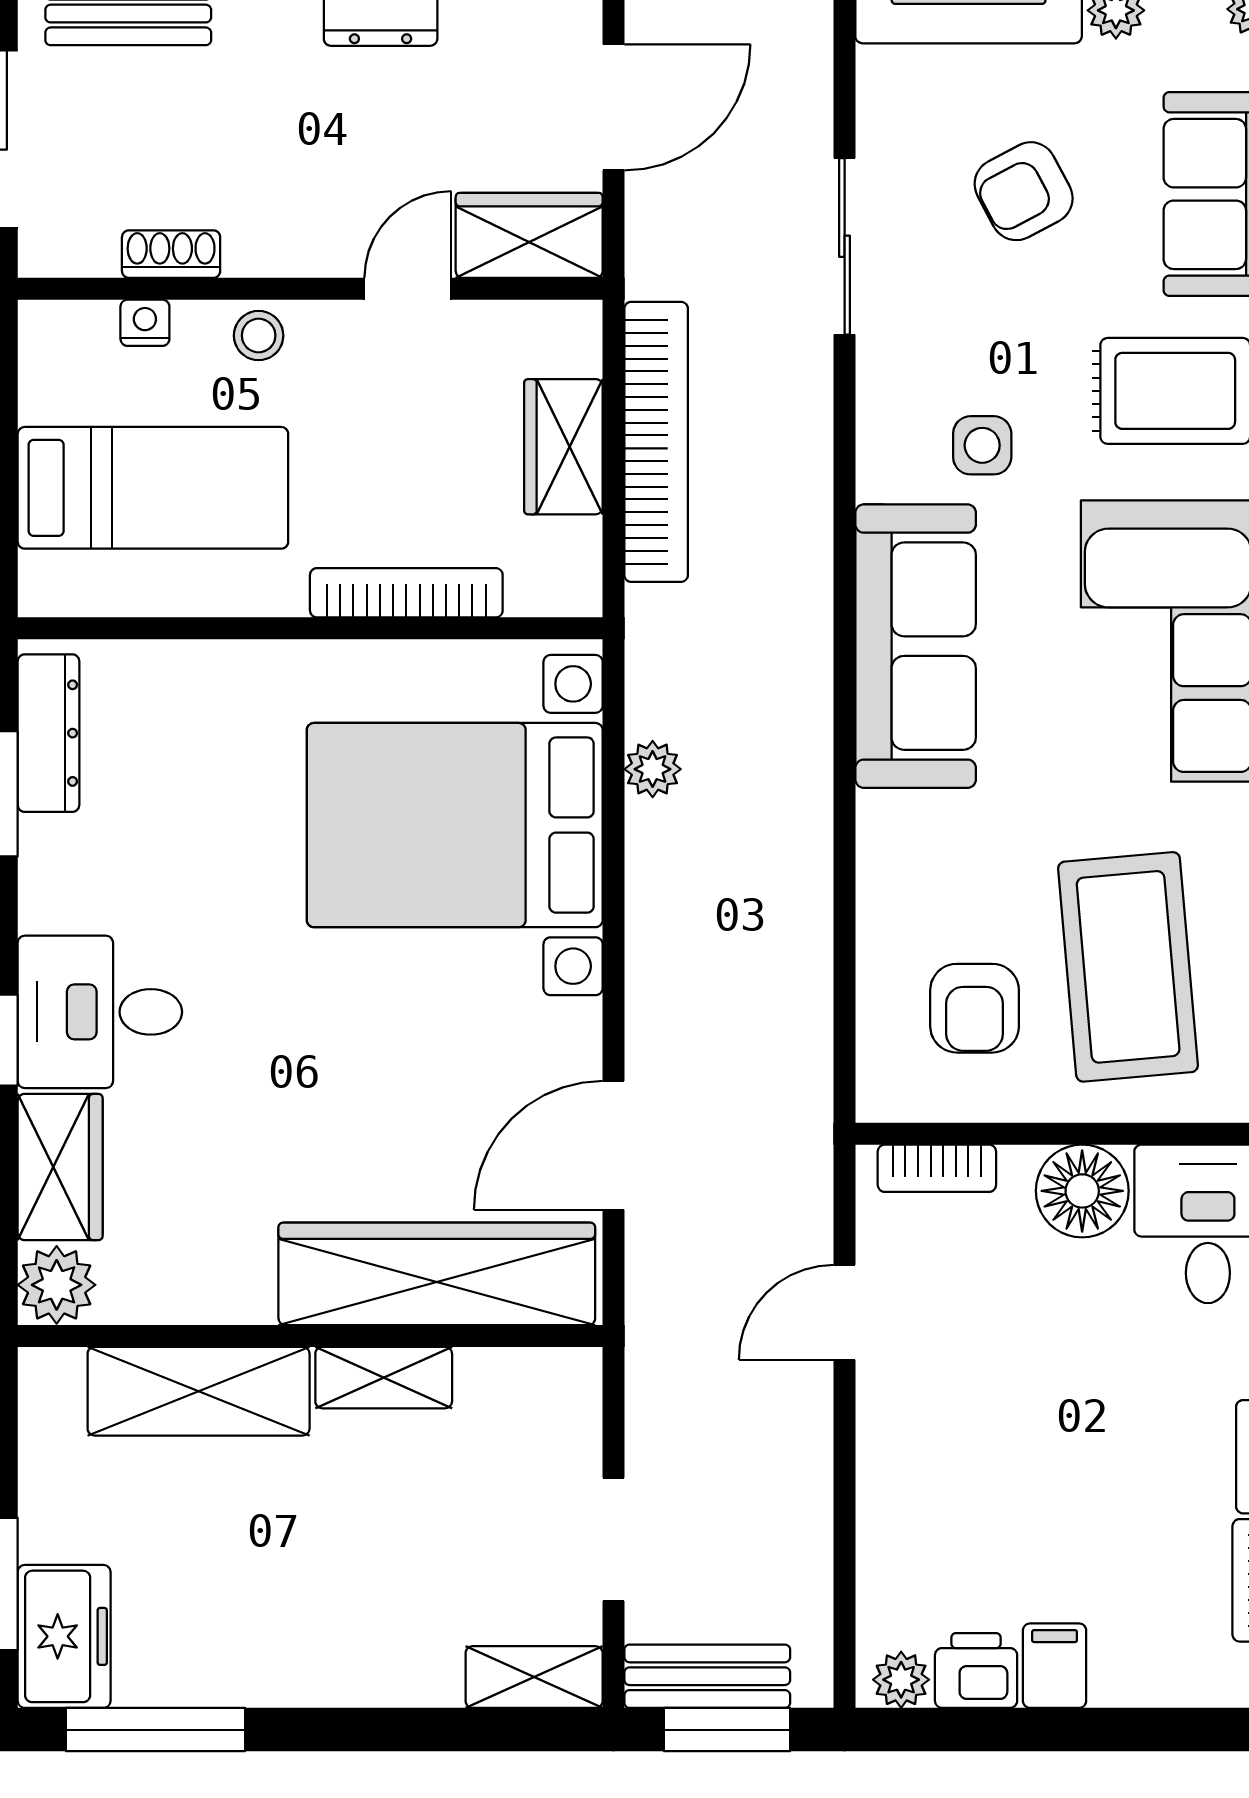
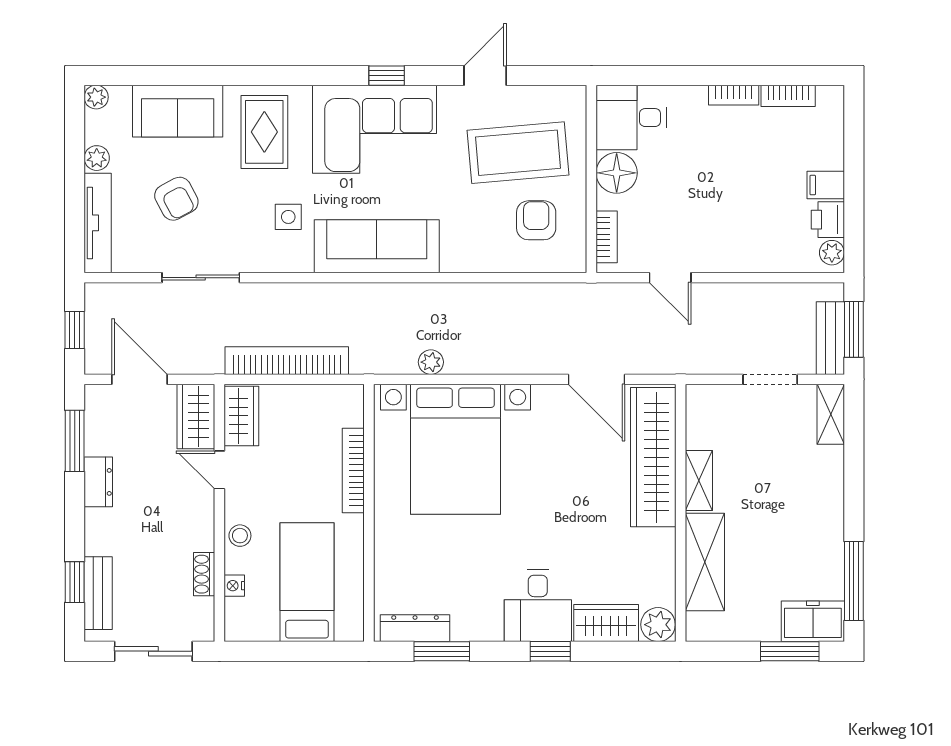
wardrobe: (563, 447) -> (241, 416), moved, turned -90
armchair: (975, 1008) -> (536, 220), turned -90

